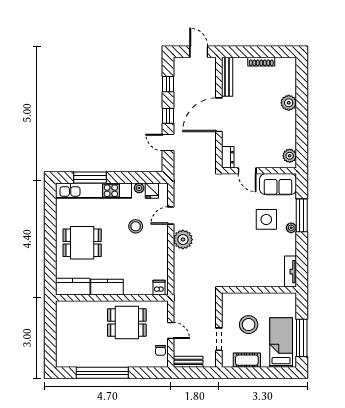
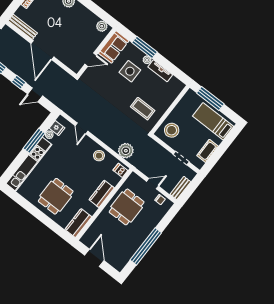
dresser: (228, 157) -> (73, 65), removed
window: (90, 177) -> (34, 141), moved
stool: (136, 226) -> (99, 156), moved
plant: (183, 240) -> (126, 151), moved
coffee table: (239, 262) -> (143, 109), added
tv unit: (290, 272) -> (160, 71), moved
kitchen counter: (107, 287) -> (102, 194), moved
stool: (249, 325) -> (172, 130), moved
door: (50, 330) -> (94, 258), added
window: (302, 338) -> (210, 99), moved

